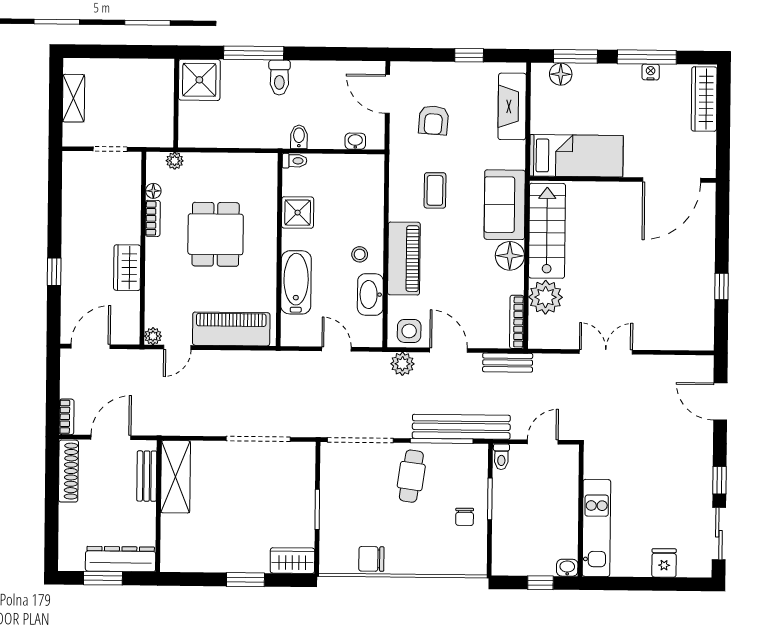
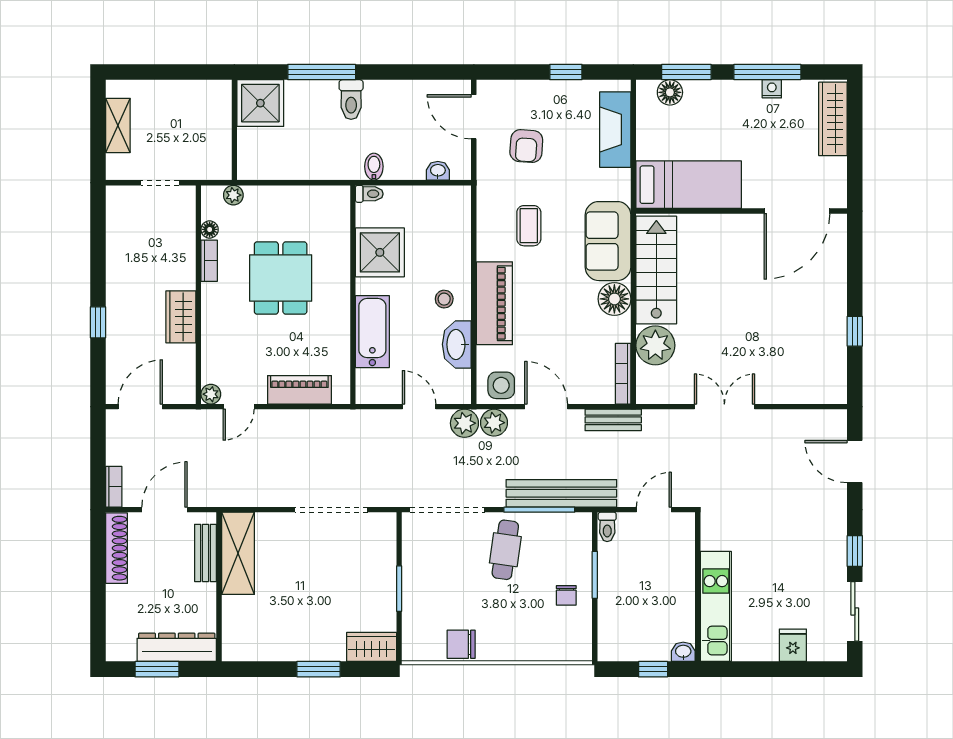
shower: (298, 213) -> (380, 252), width x1.36, depth x1.36
piano: (231, 329) -> (299, 390), width x0.73, depth x0.75
plant: (376, 364) -> (464, 423), added

